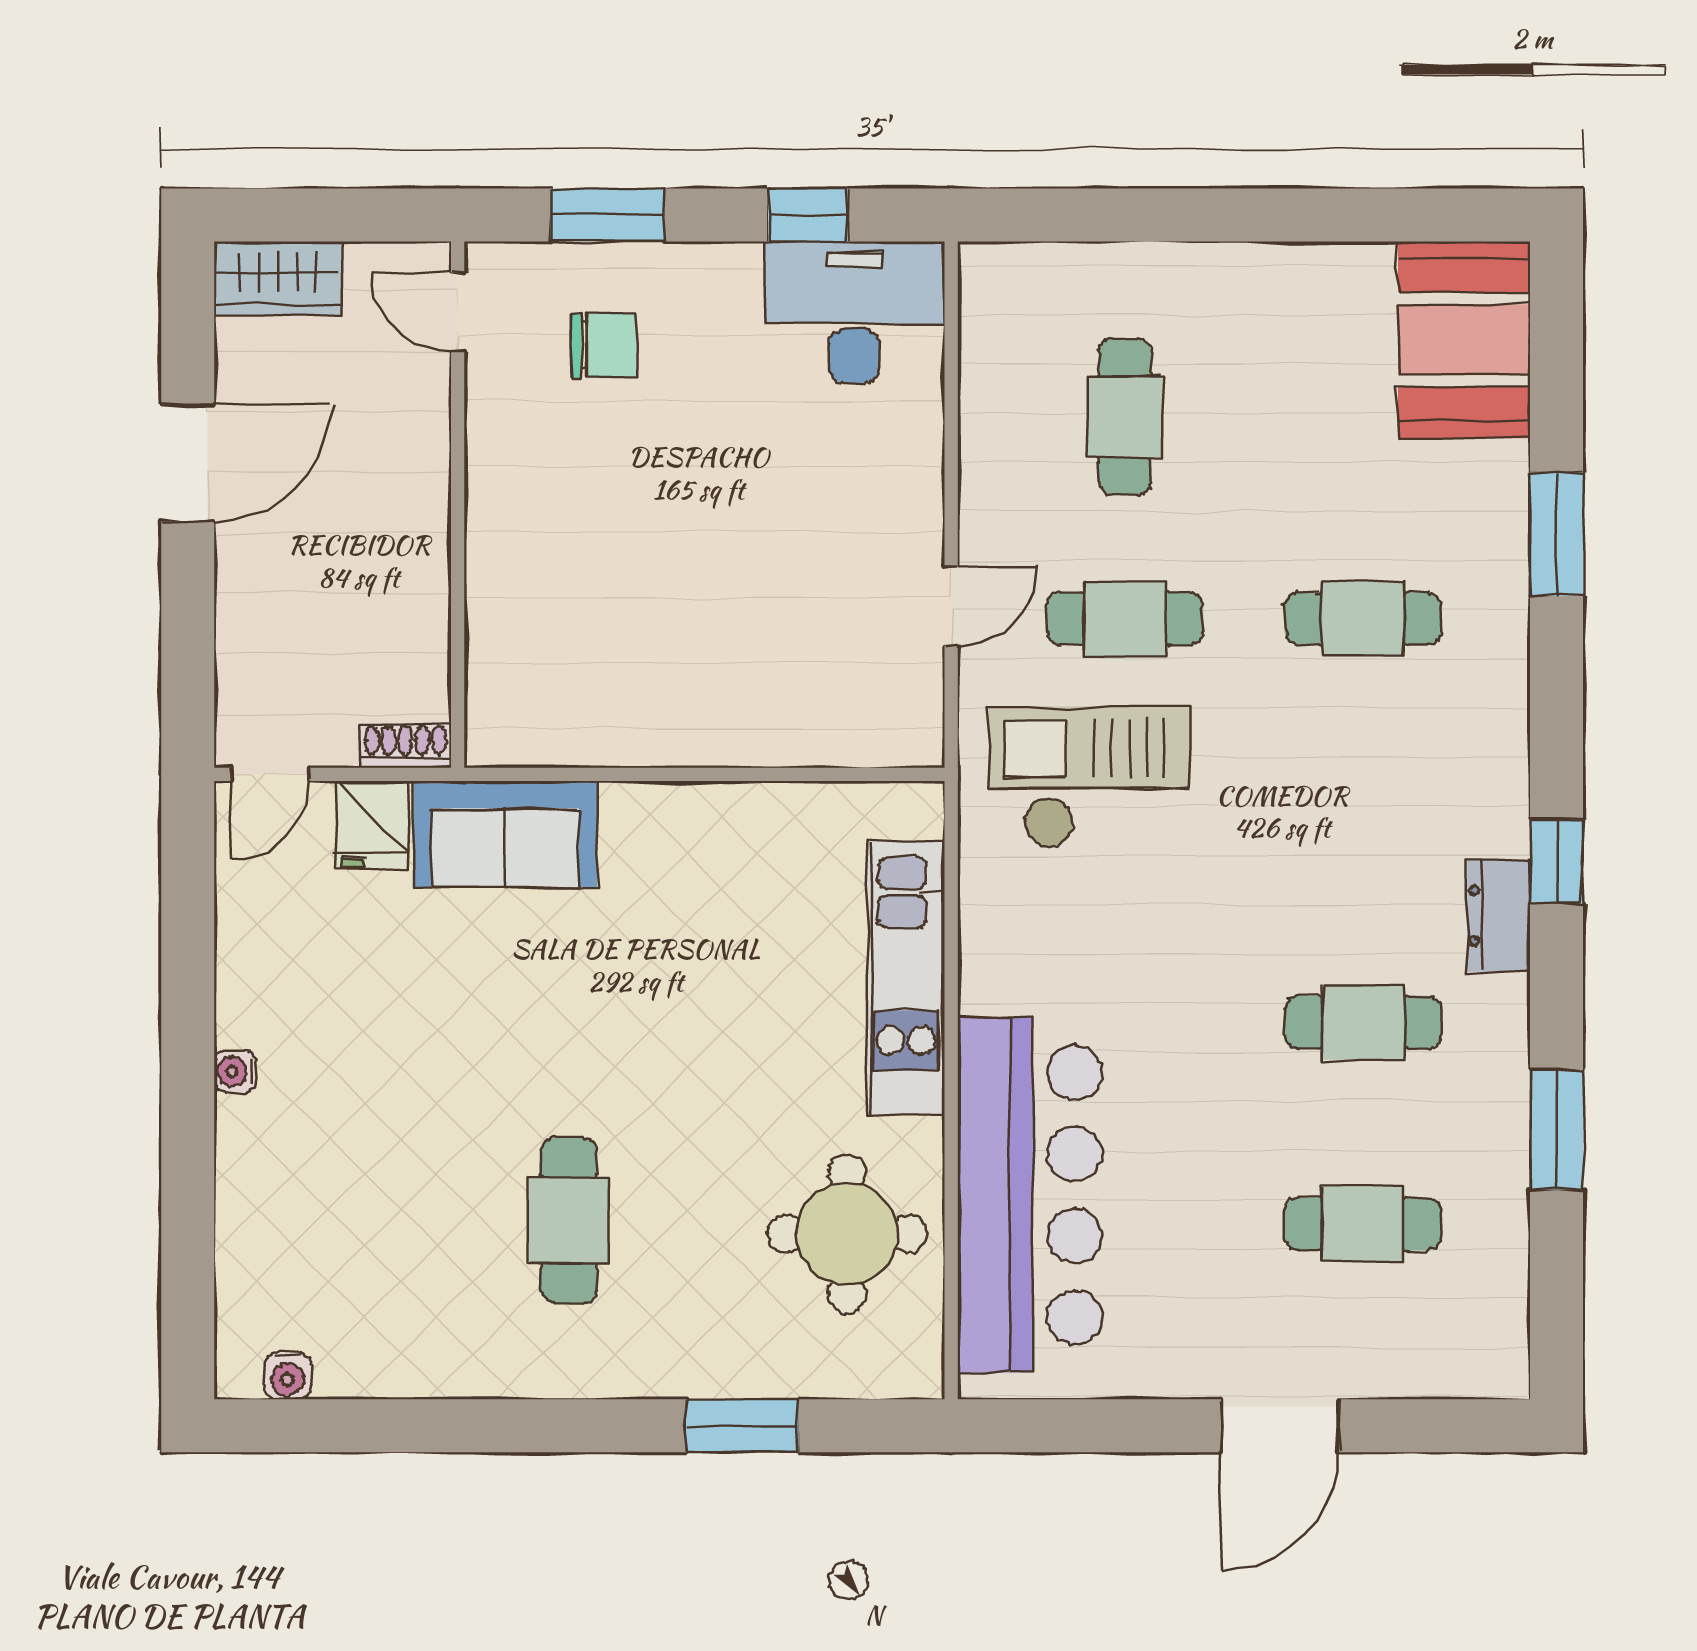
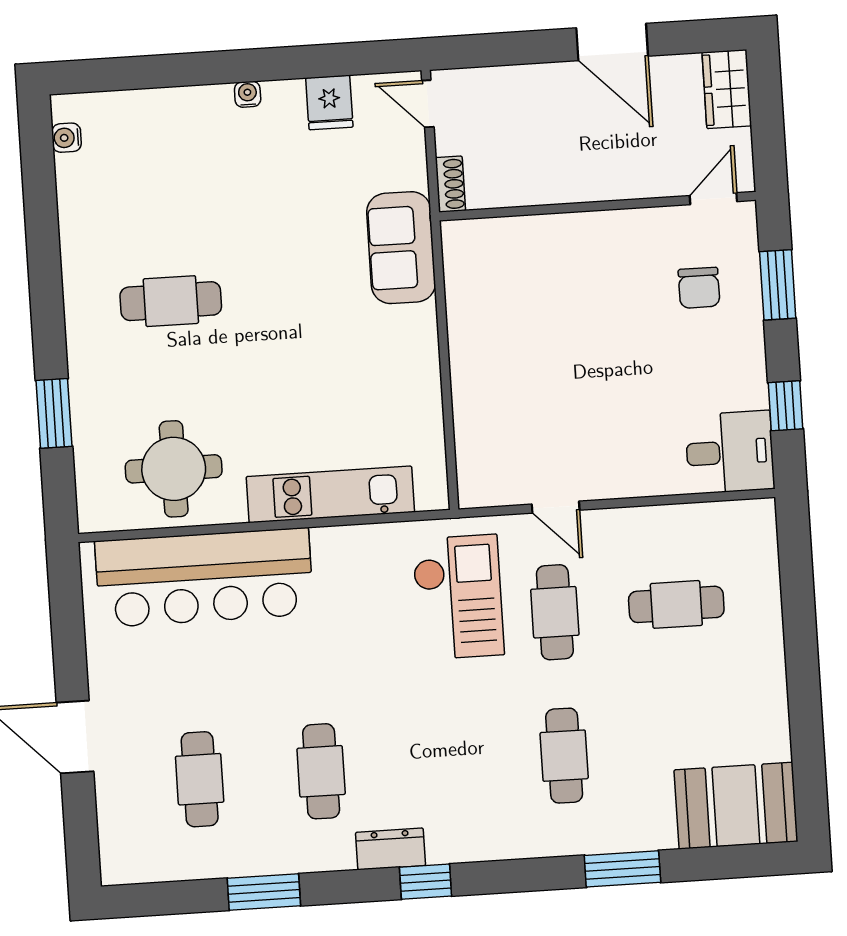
desk: (854, 312) -> (730, 452), width x0.73
fridge: (372, 824) -> (329, 102), moved, turned -90

